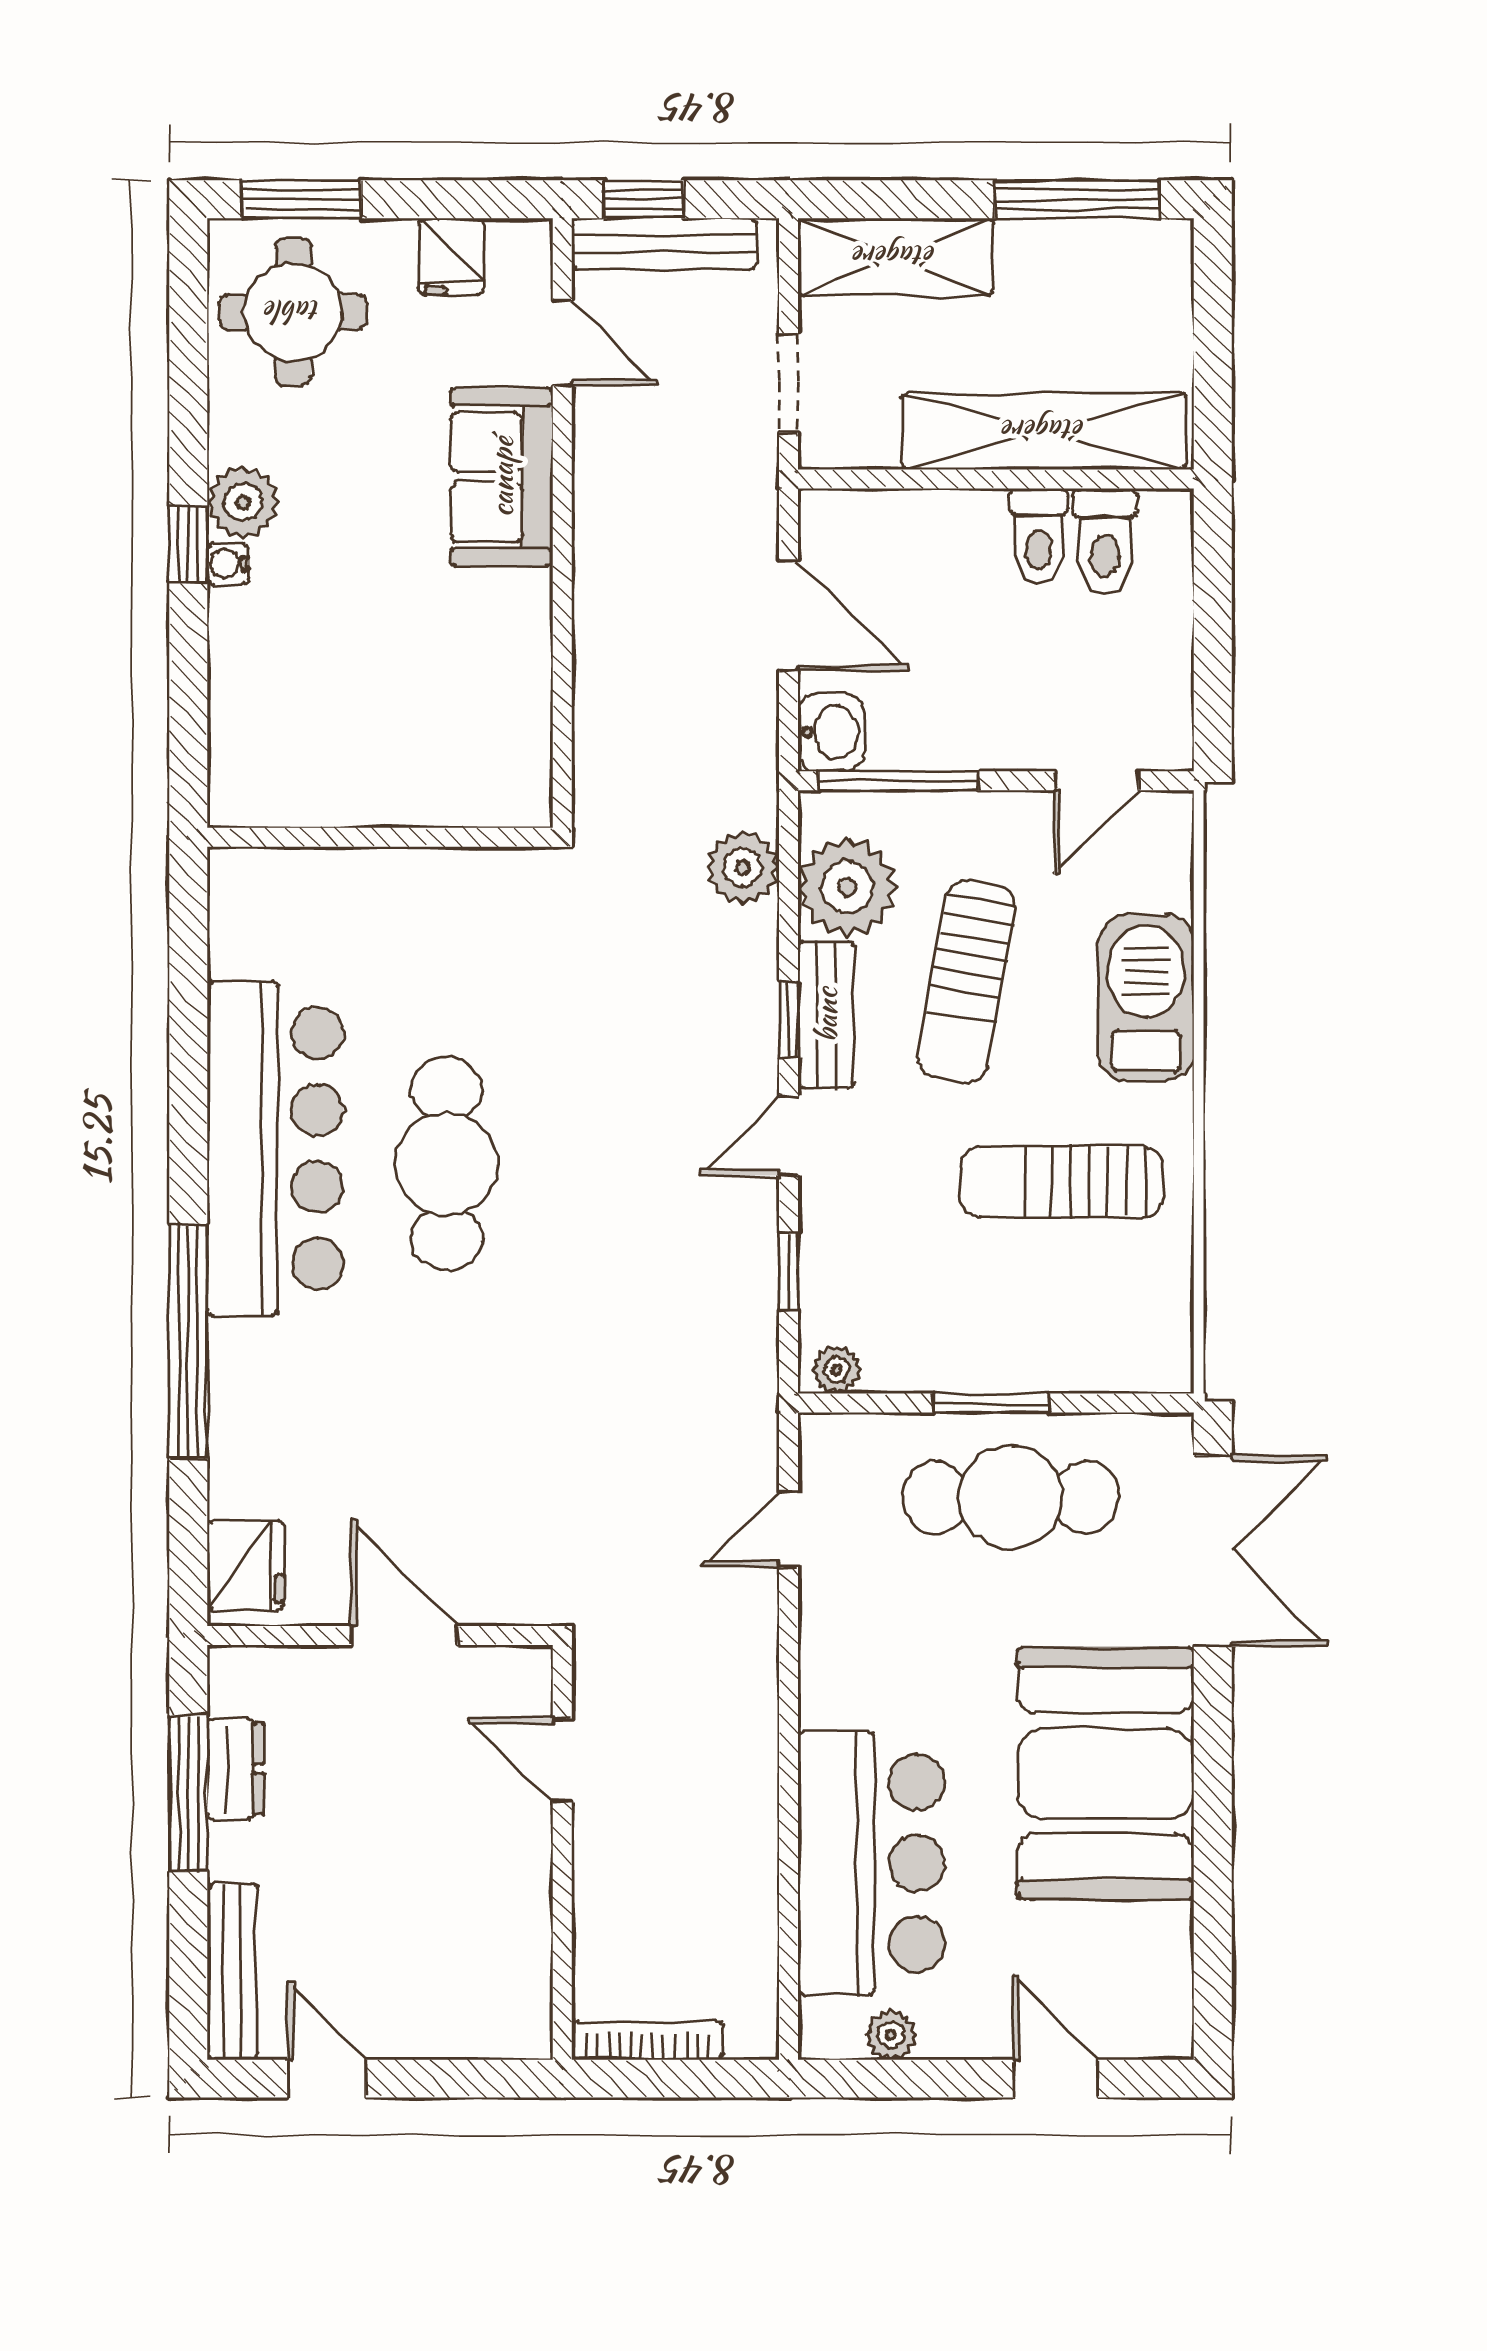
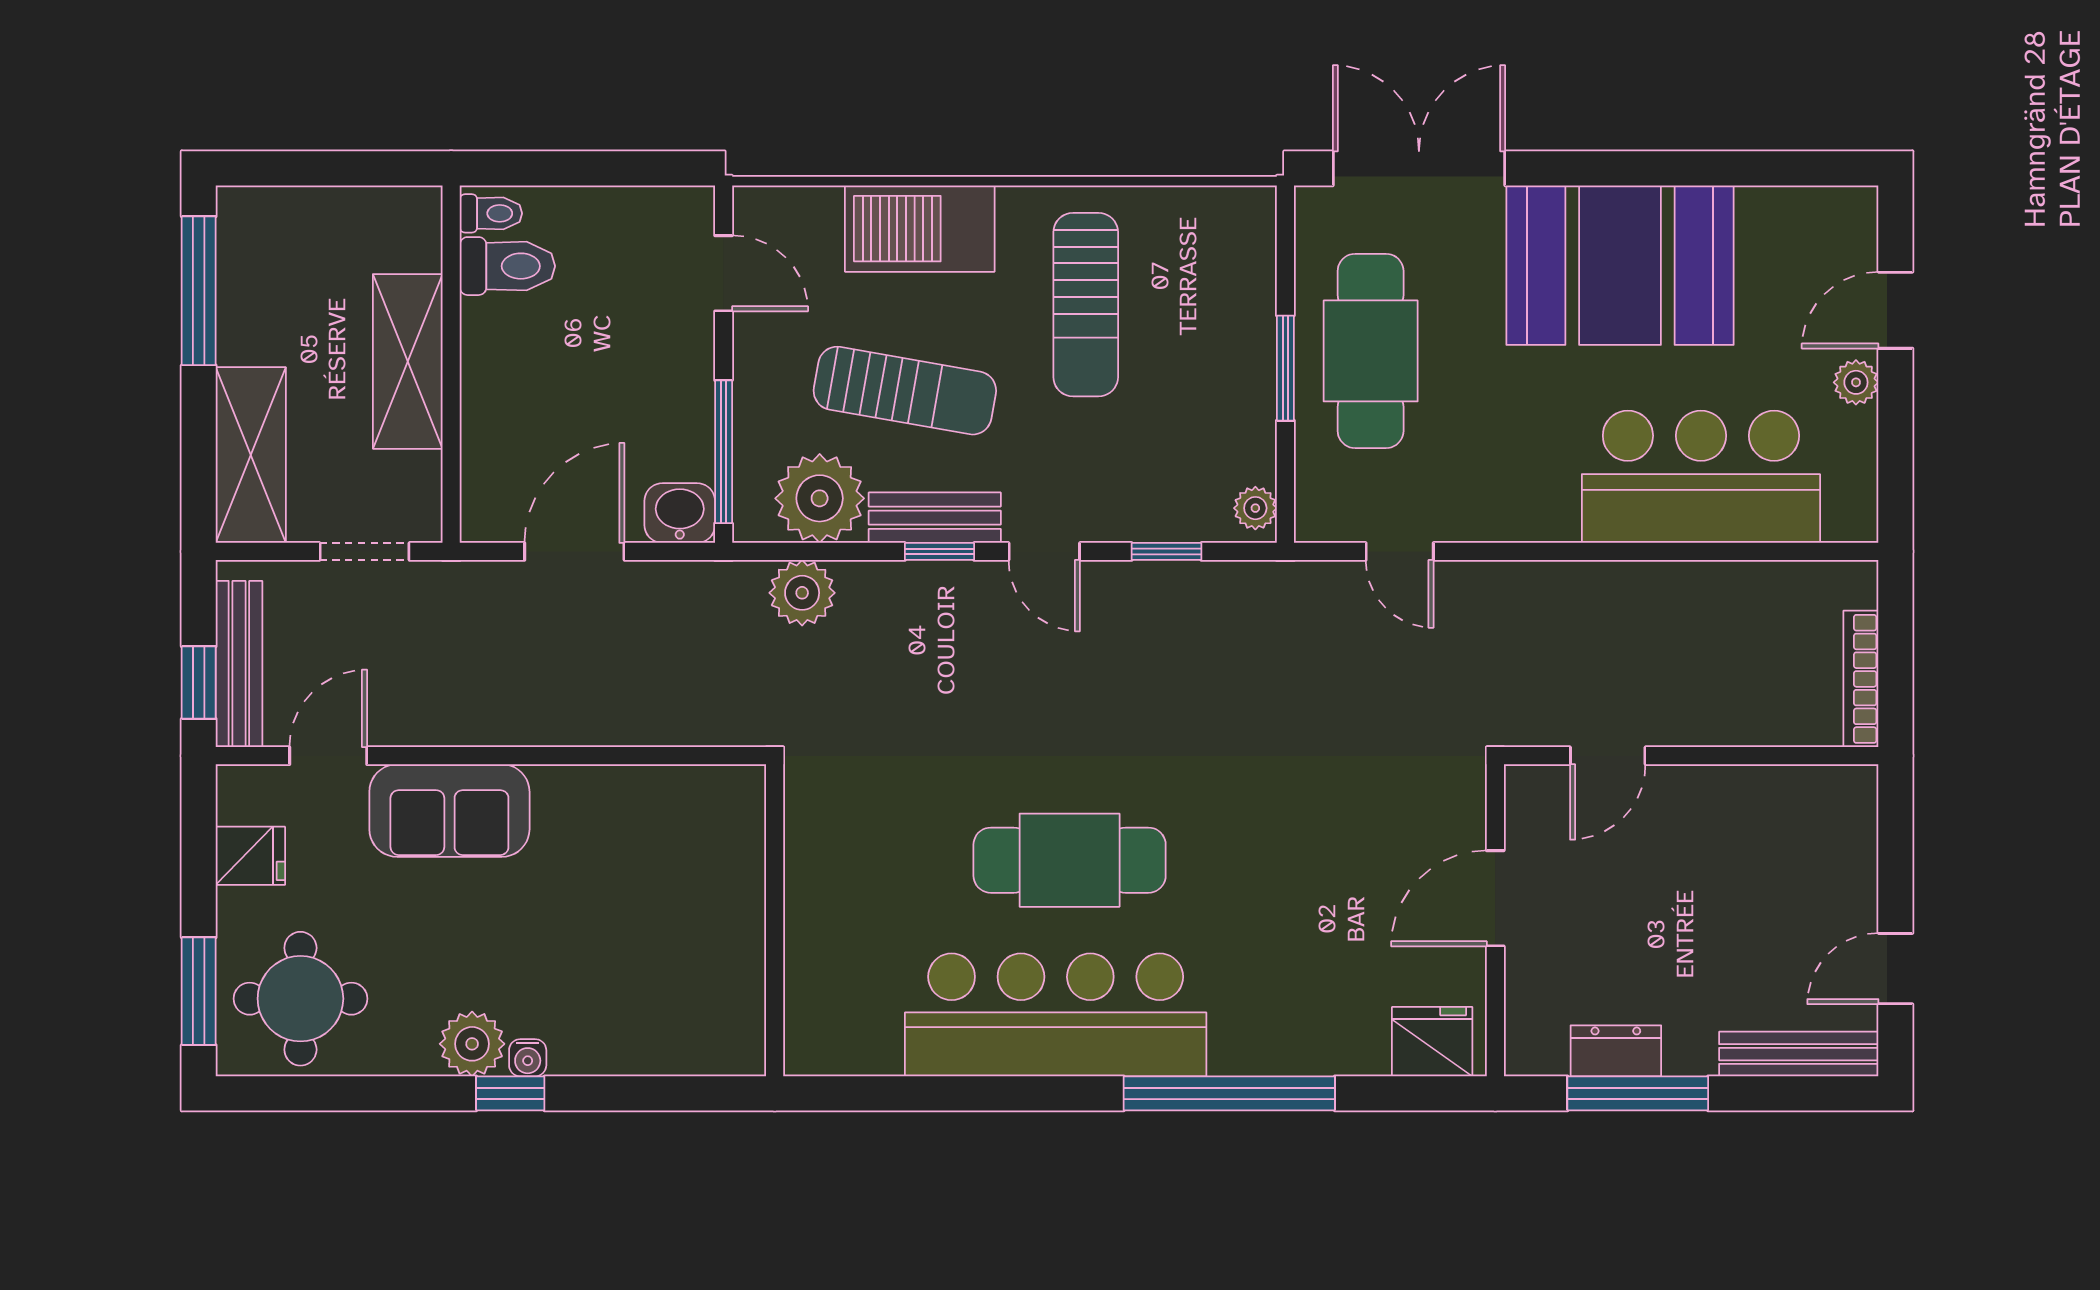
shelving: (1044, 431) -> (408, 361), width x0.68
toilet: (1038, 536) -> (491, 213), moved, width x0.73, depth x0.72
plant: (891, 2035) -> (1856, 382), moved

